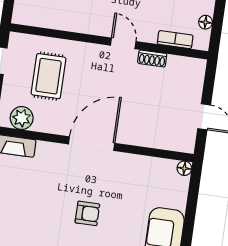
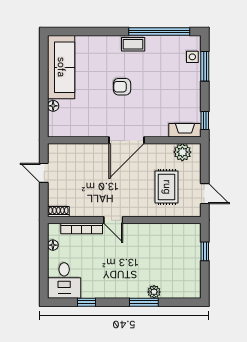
bookcase: (175, 40) -> (82, 228), width x1.56
shoe rack: (152, 58) -> (58, 212), moved
floor lamp: (184, 168) -> (53, 106), moved

